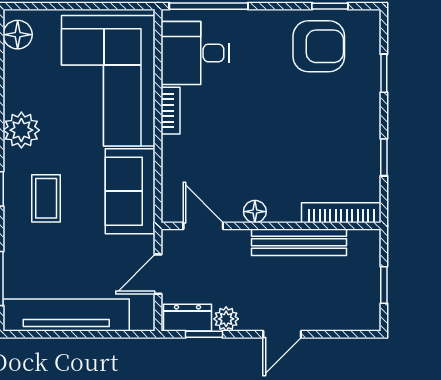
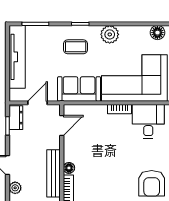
floor lamp: (255, 212) -> (69, 168), moved
door: (158, 274) -> (38, 103), hinge flipped
plant: (226, 319) -> (15, 188), moved

